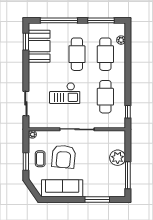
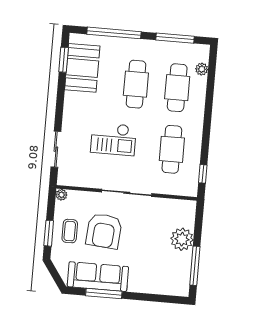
window: (97, 200) -> (104, 293), moved

